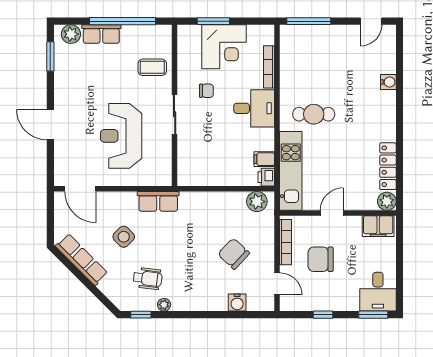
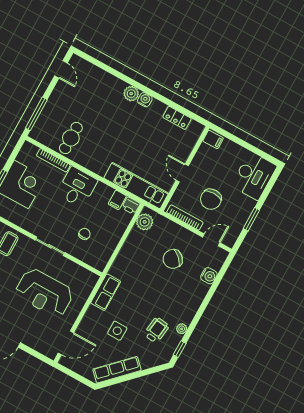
water cooler: (388, 82) -> (145, 100), moved
chair: (206, 91) -> (84, 234), moved
cafe table: (314, 114) -> (71, 138), moved
locker: (388, 166) -> (177, 118), width x0.66
plant: (387, 201) -> (131, 94), moved
filing cabinet: (378, 226) -> (213, 139), width x0.50
side table: (124, 237) -> (117, 331), turned 45
desk: (378, 292) -> (254, 176), width x1.37
window: (323, 315) -> (251, 219), width x1.50
window: (373, 315) -> (271, 183), removed

